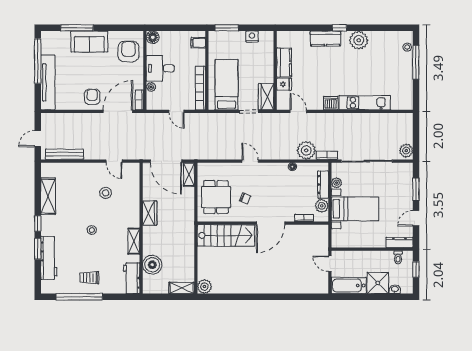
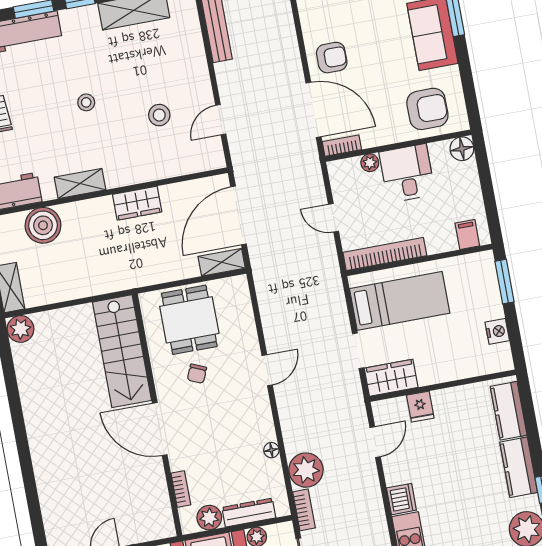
kitchen counter: (284, 62) -> (509, 411), moved, turned 90
door: (176, 111) -> (334, 218), hinge flipped
dining table: (216, 197) -> (189, 320), turned 90

